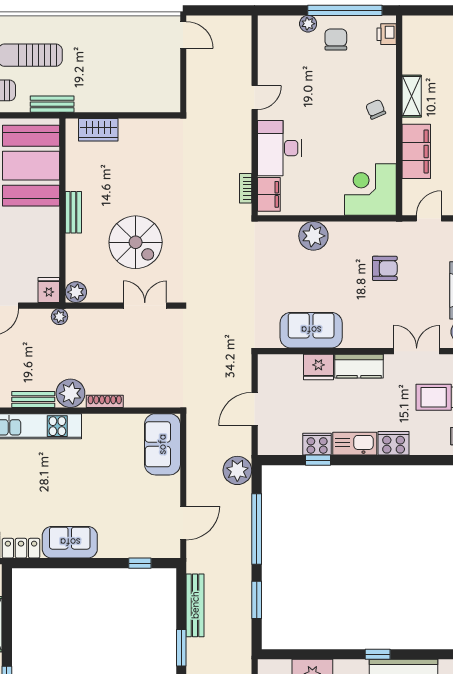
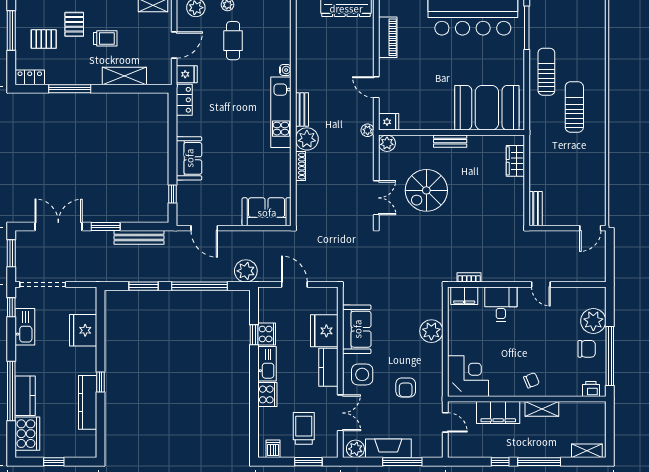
plant: (308, 24) -> (593, 321), width x1.88, depth x1.88
bench: (52, 104) -> (536, 209), moved
desk: (279, 148) -> (501, 304), width x0.73
side table: (368, 323) -> (362, 374), added
fridge: (318, 367) -> (324, 331), width x1.36, depth x1.34
sofa: (70, 542) -> (189, 158), moved

